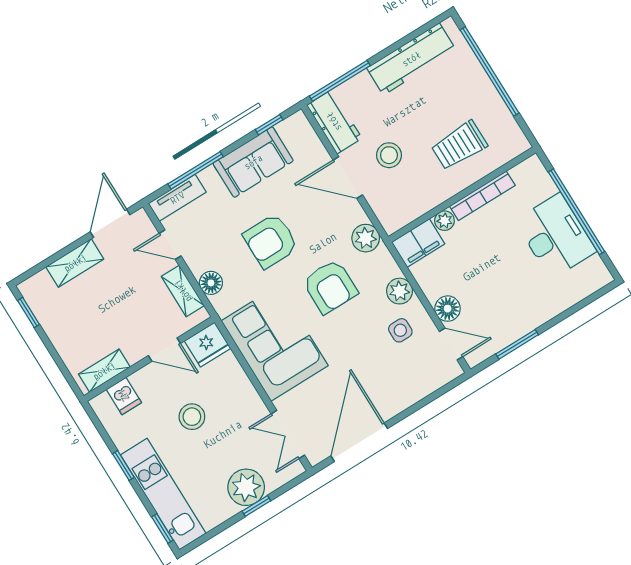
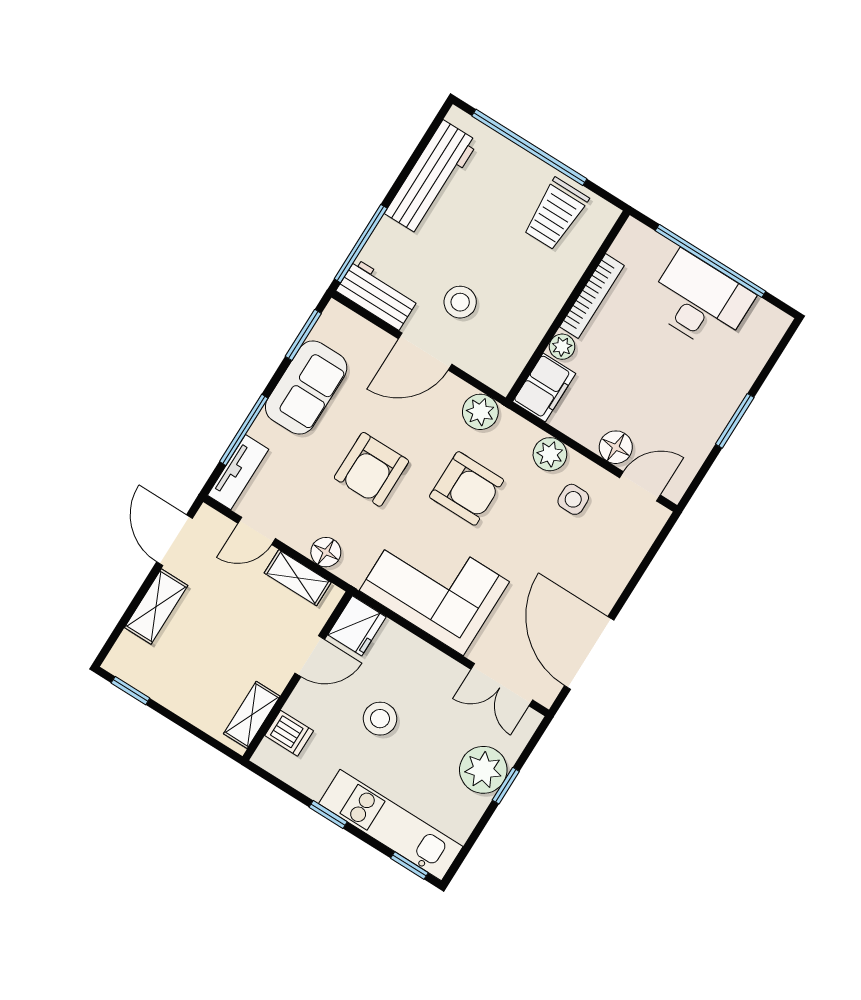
window: (269, 125) -> (303, 335), width x1.50
trolley: (459, 145) -> (556, 214), moved
window: (517, 344) -> (735, 421), moved

